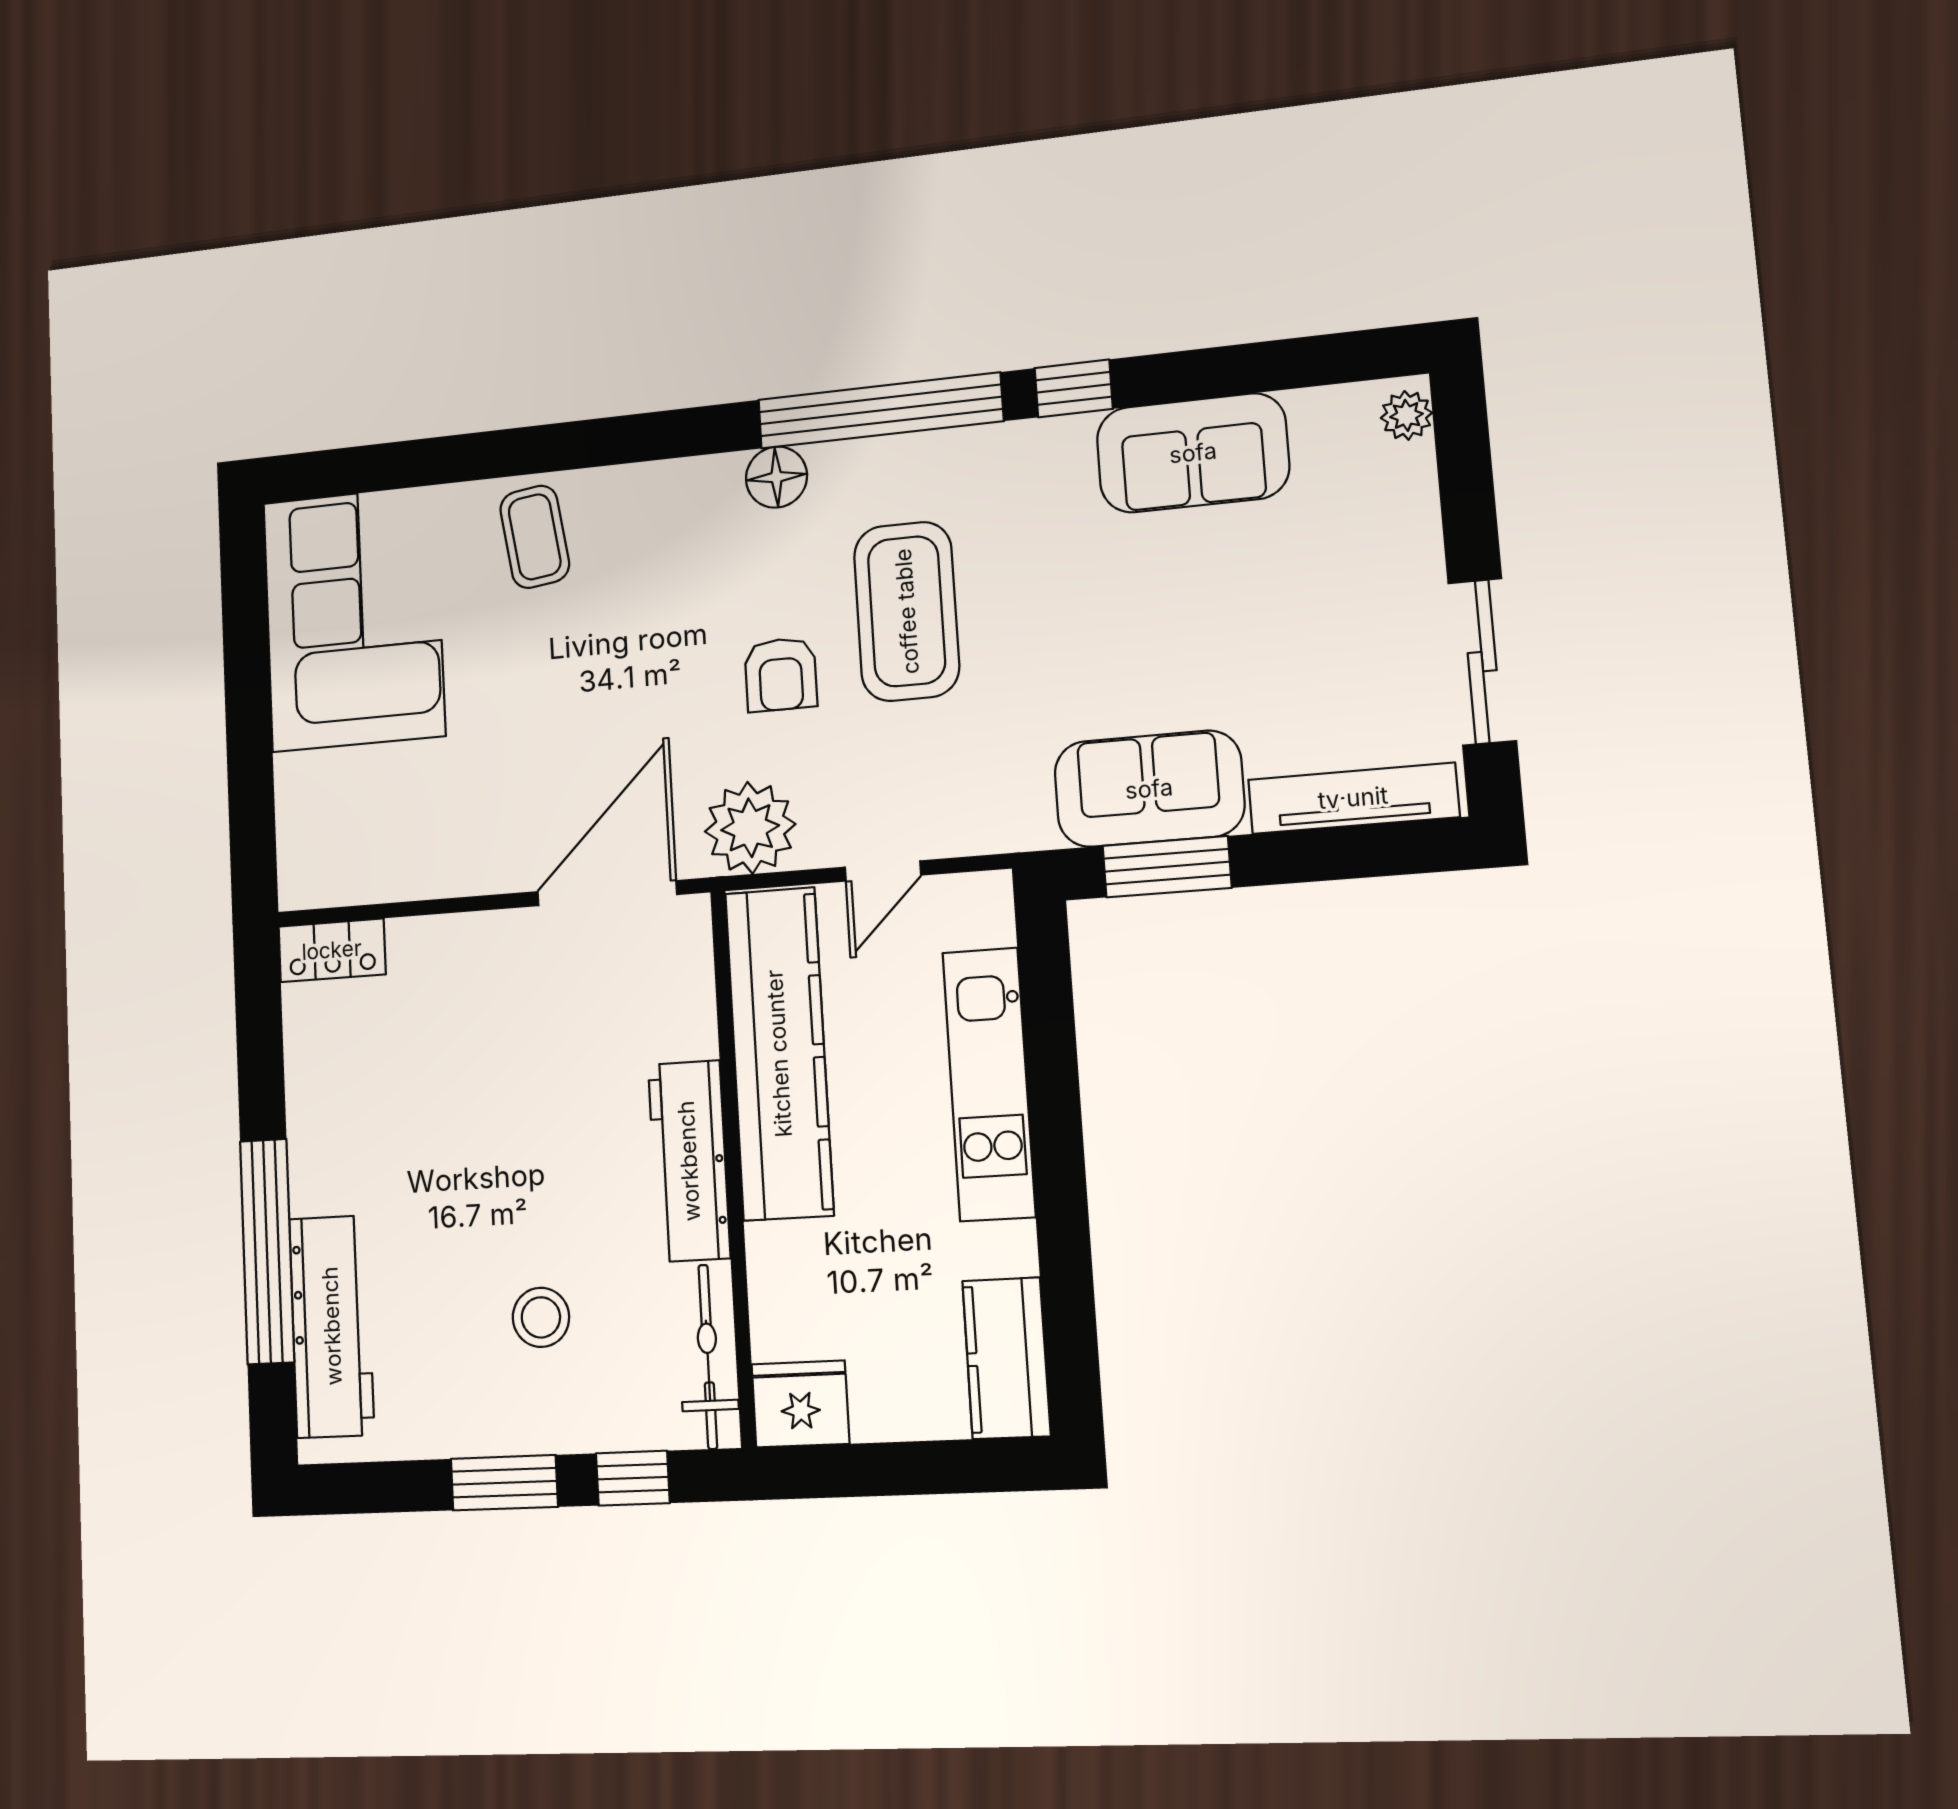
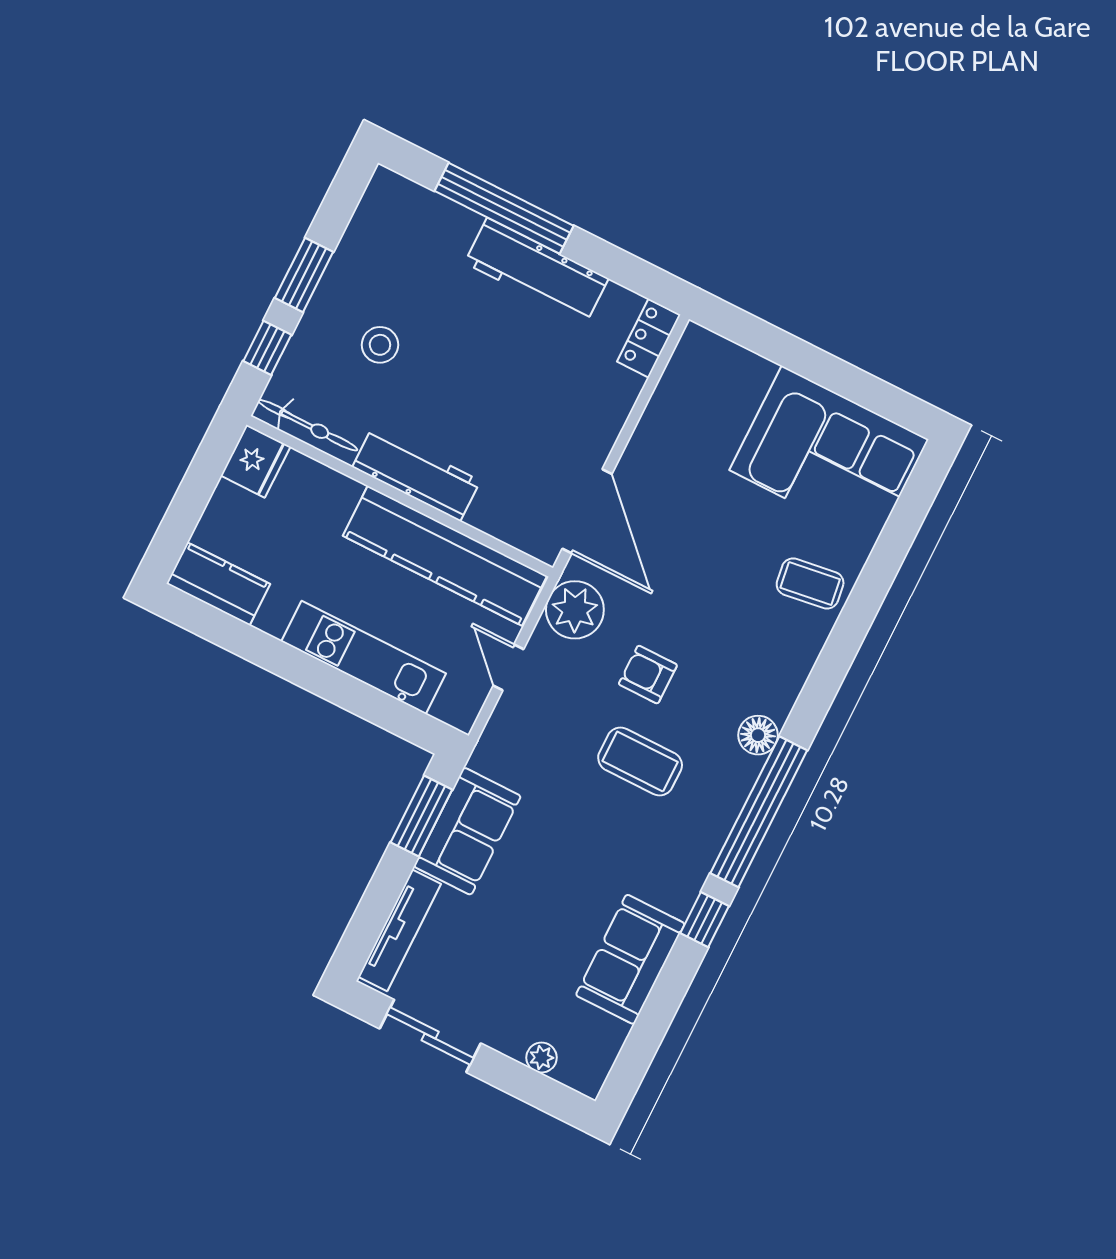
plant: (1407, 415) -> (542, 1058), moved
coffee table: (907, 611) -> (640, 761), width x0.73, depth x0.76
workbench: (332, 1326) -> (537, 271), moved

